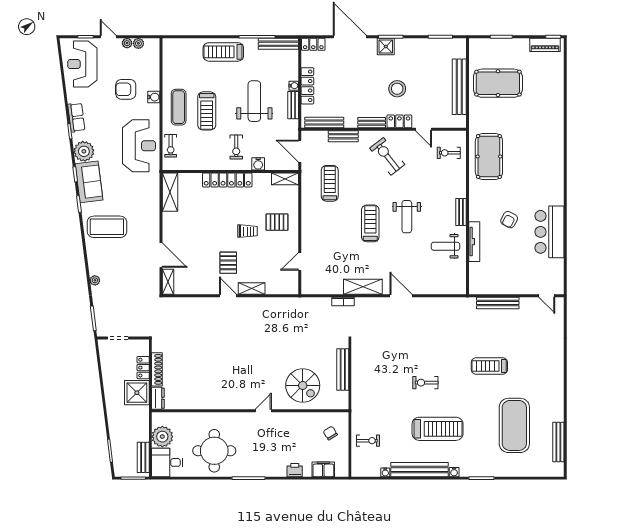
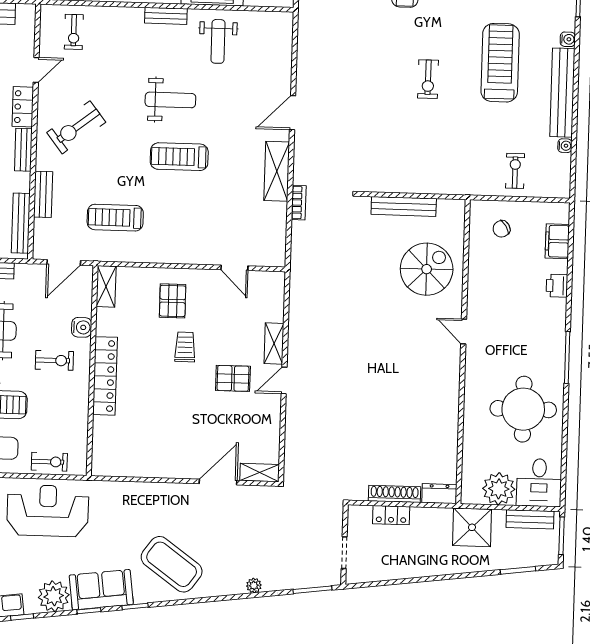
shelving: (170, 192) -> (121, 465), removed
coffee table: (107, 227) -> (172, 564), turned -54
shower: (137, 393) -> (472, 527), moved

